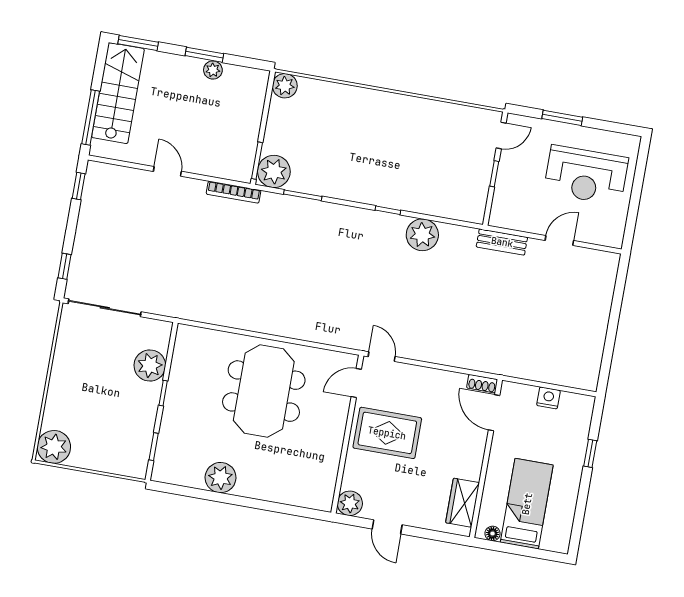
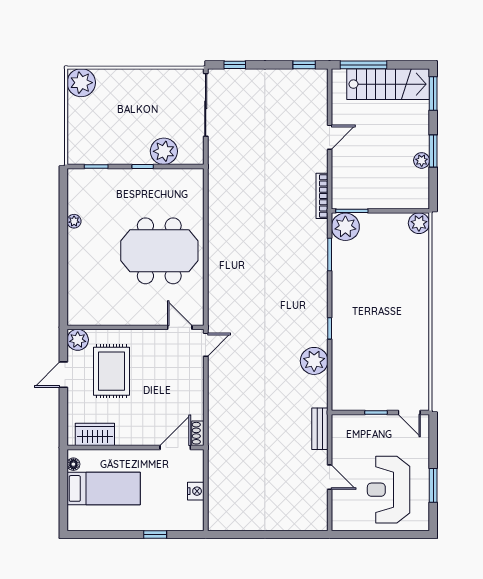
window: (562, 118) -> (433, 485), moved
rug: (387, 433) -> (112, 371), moved
plant: (221, 478) -> (74, 221), width x0.53, depth x0.53

